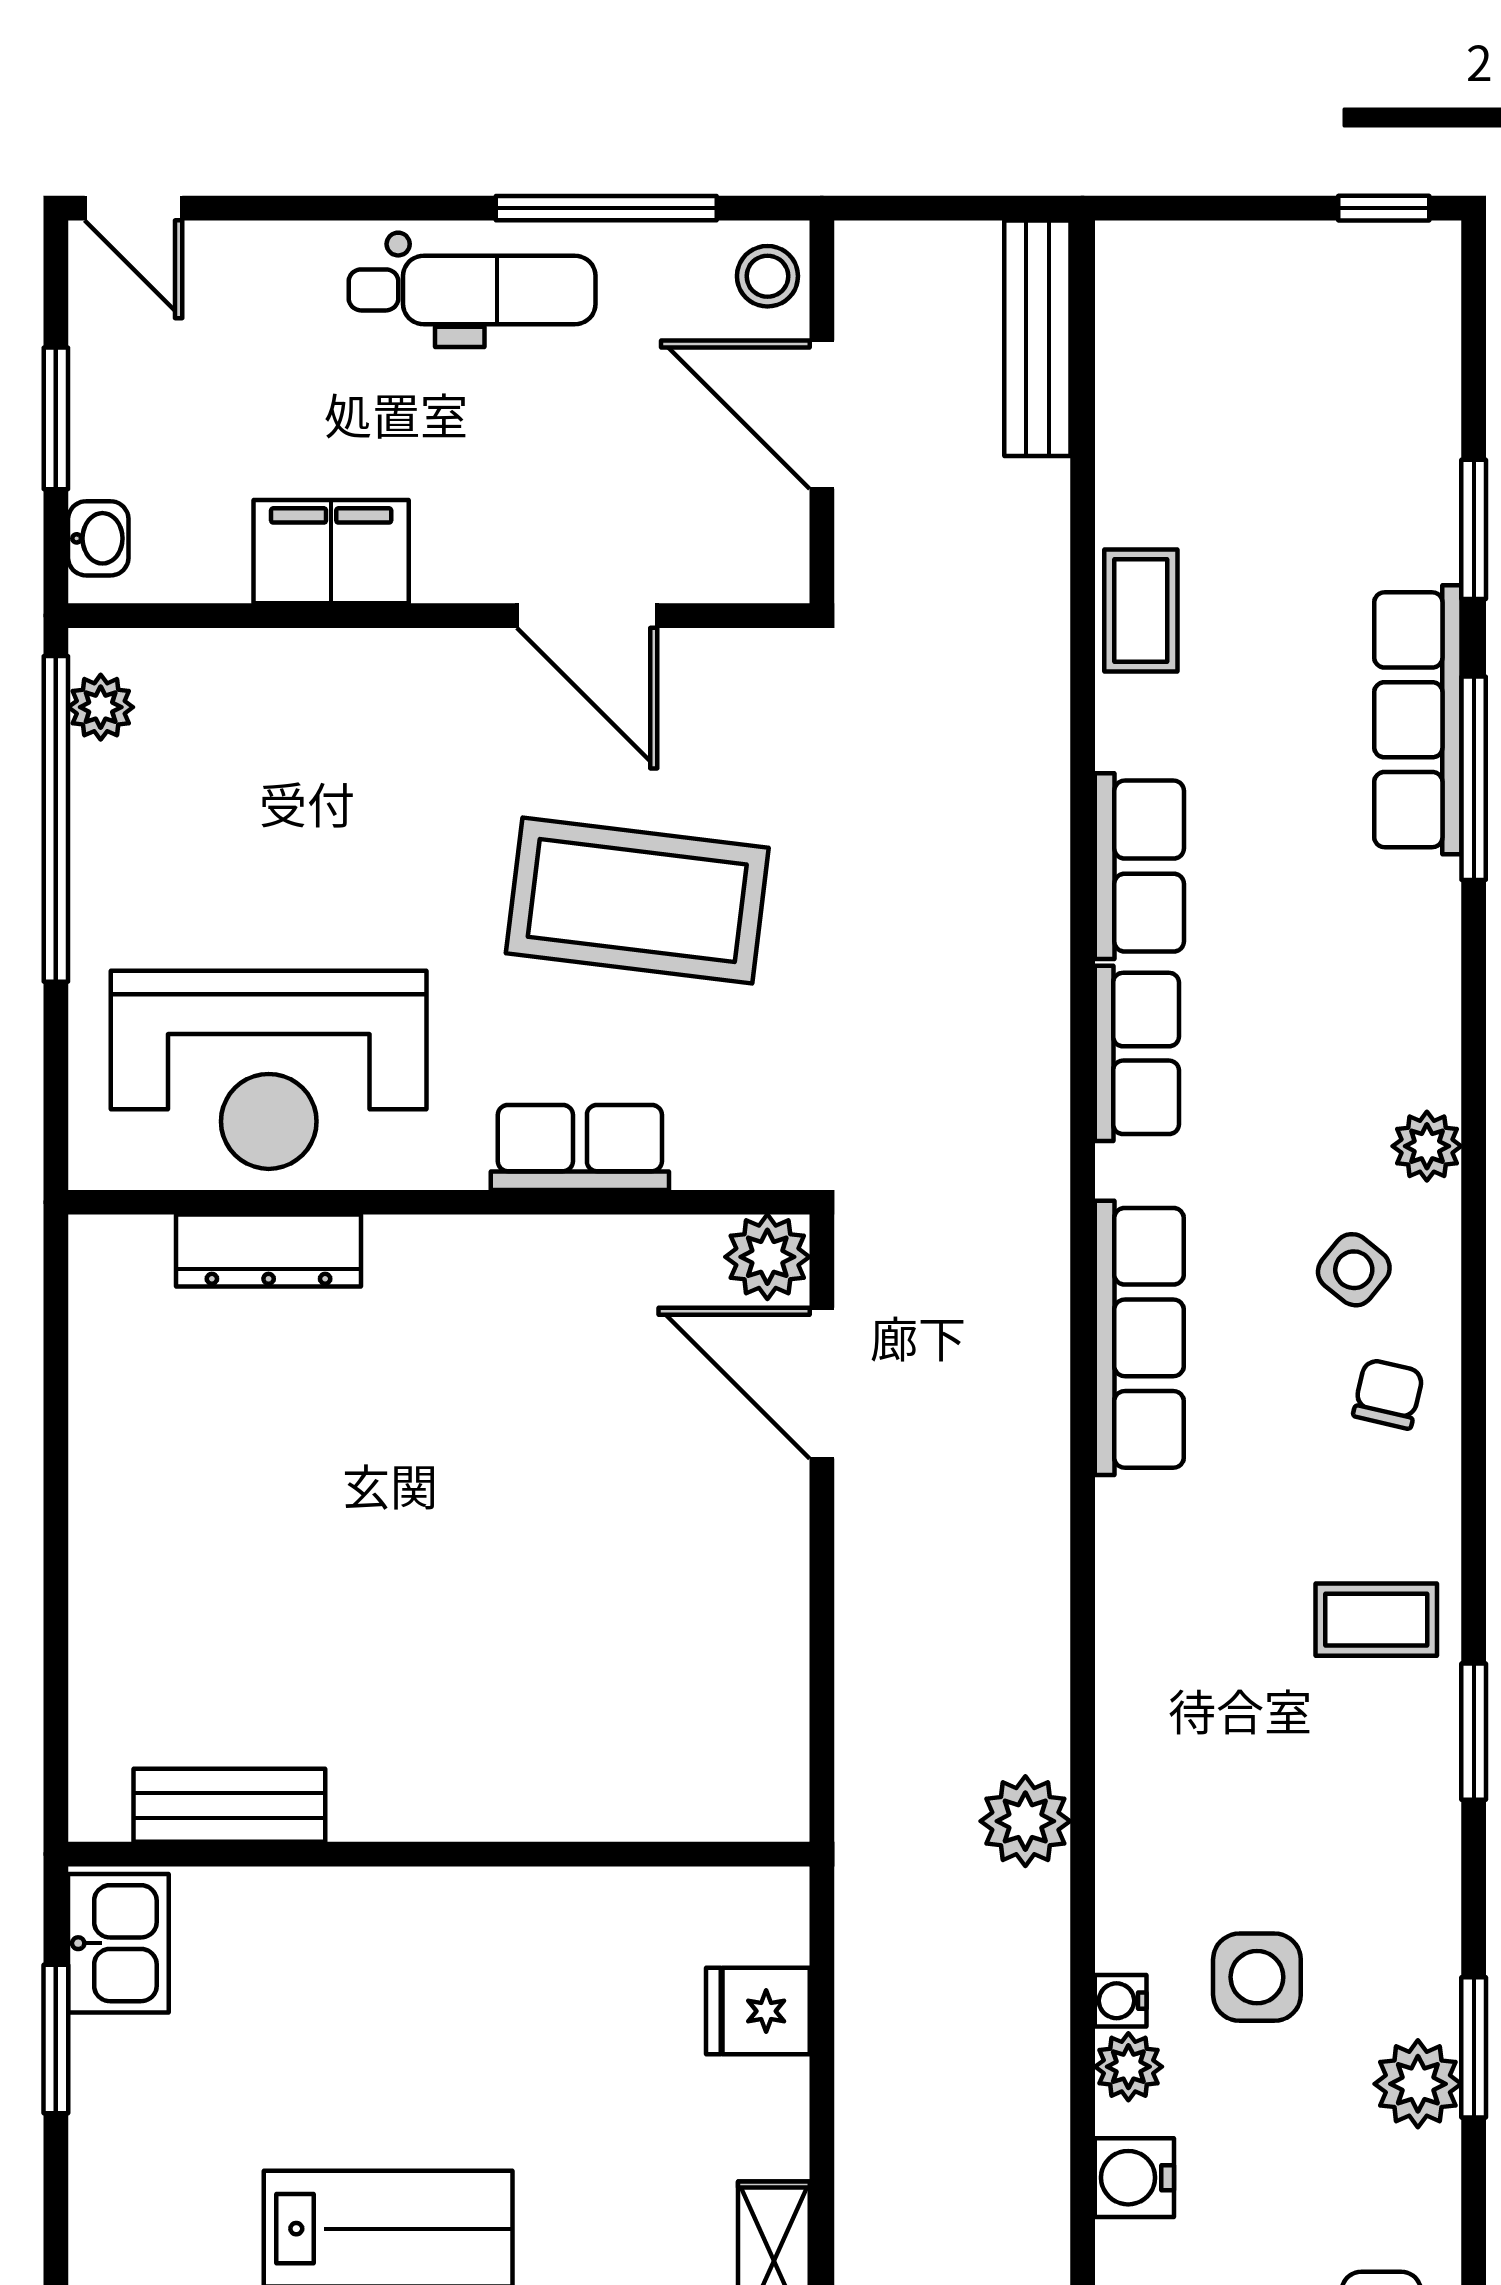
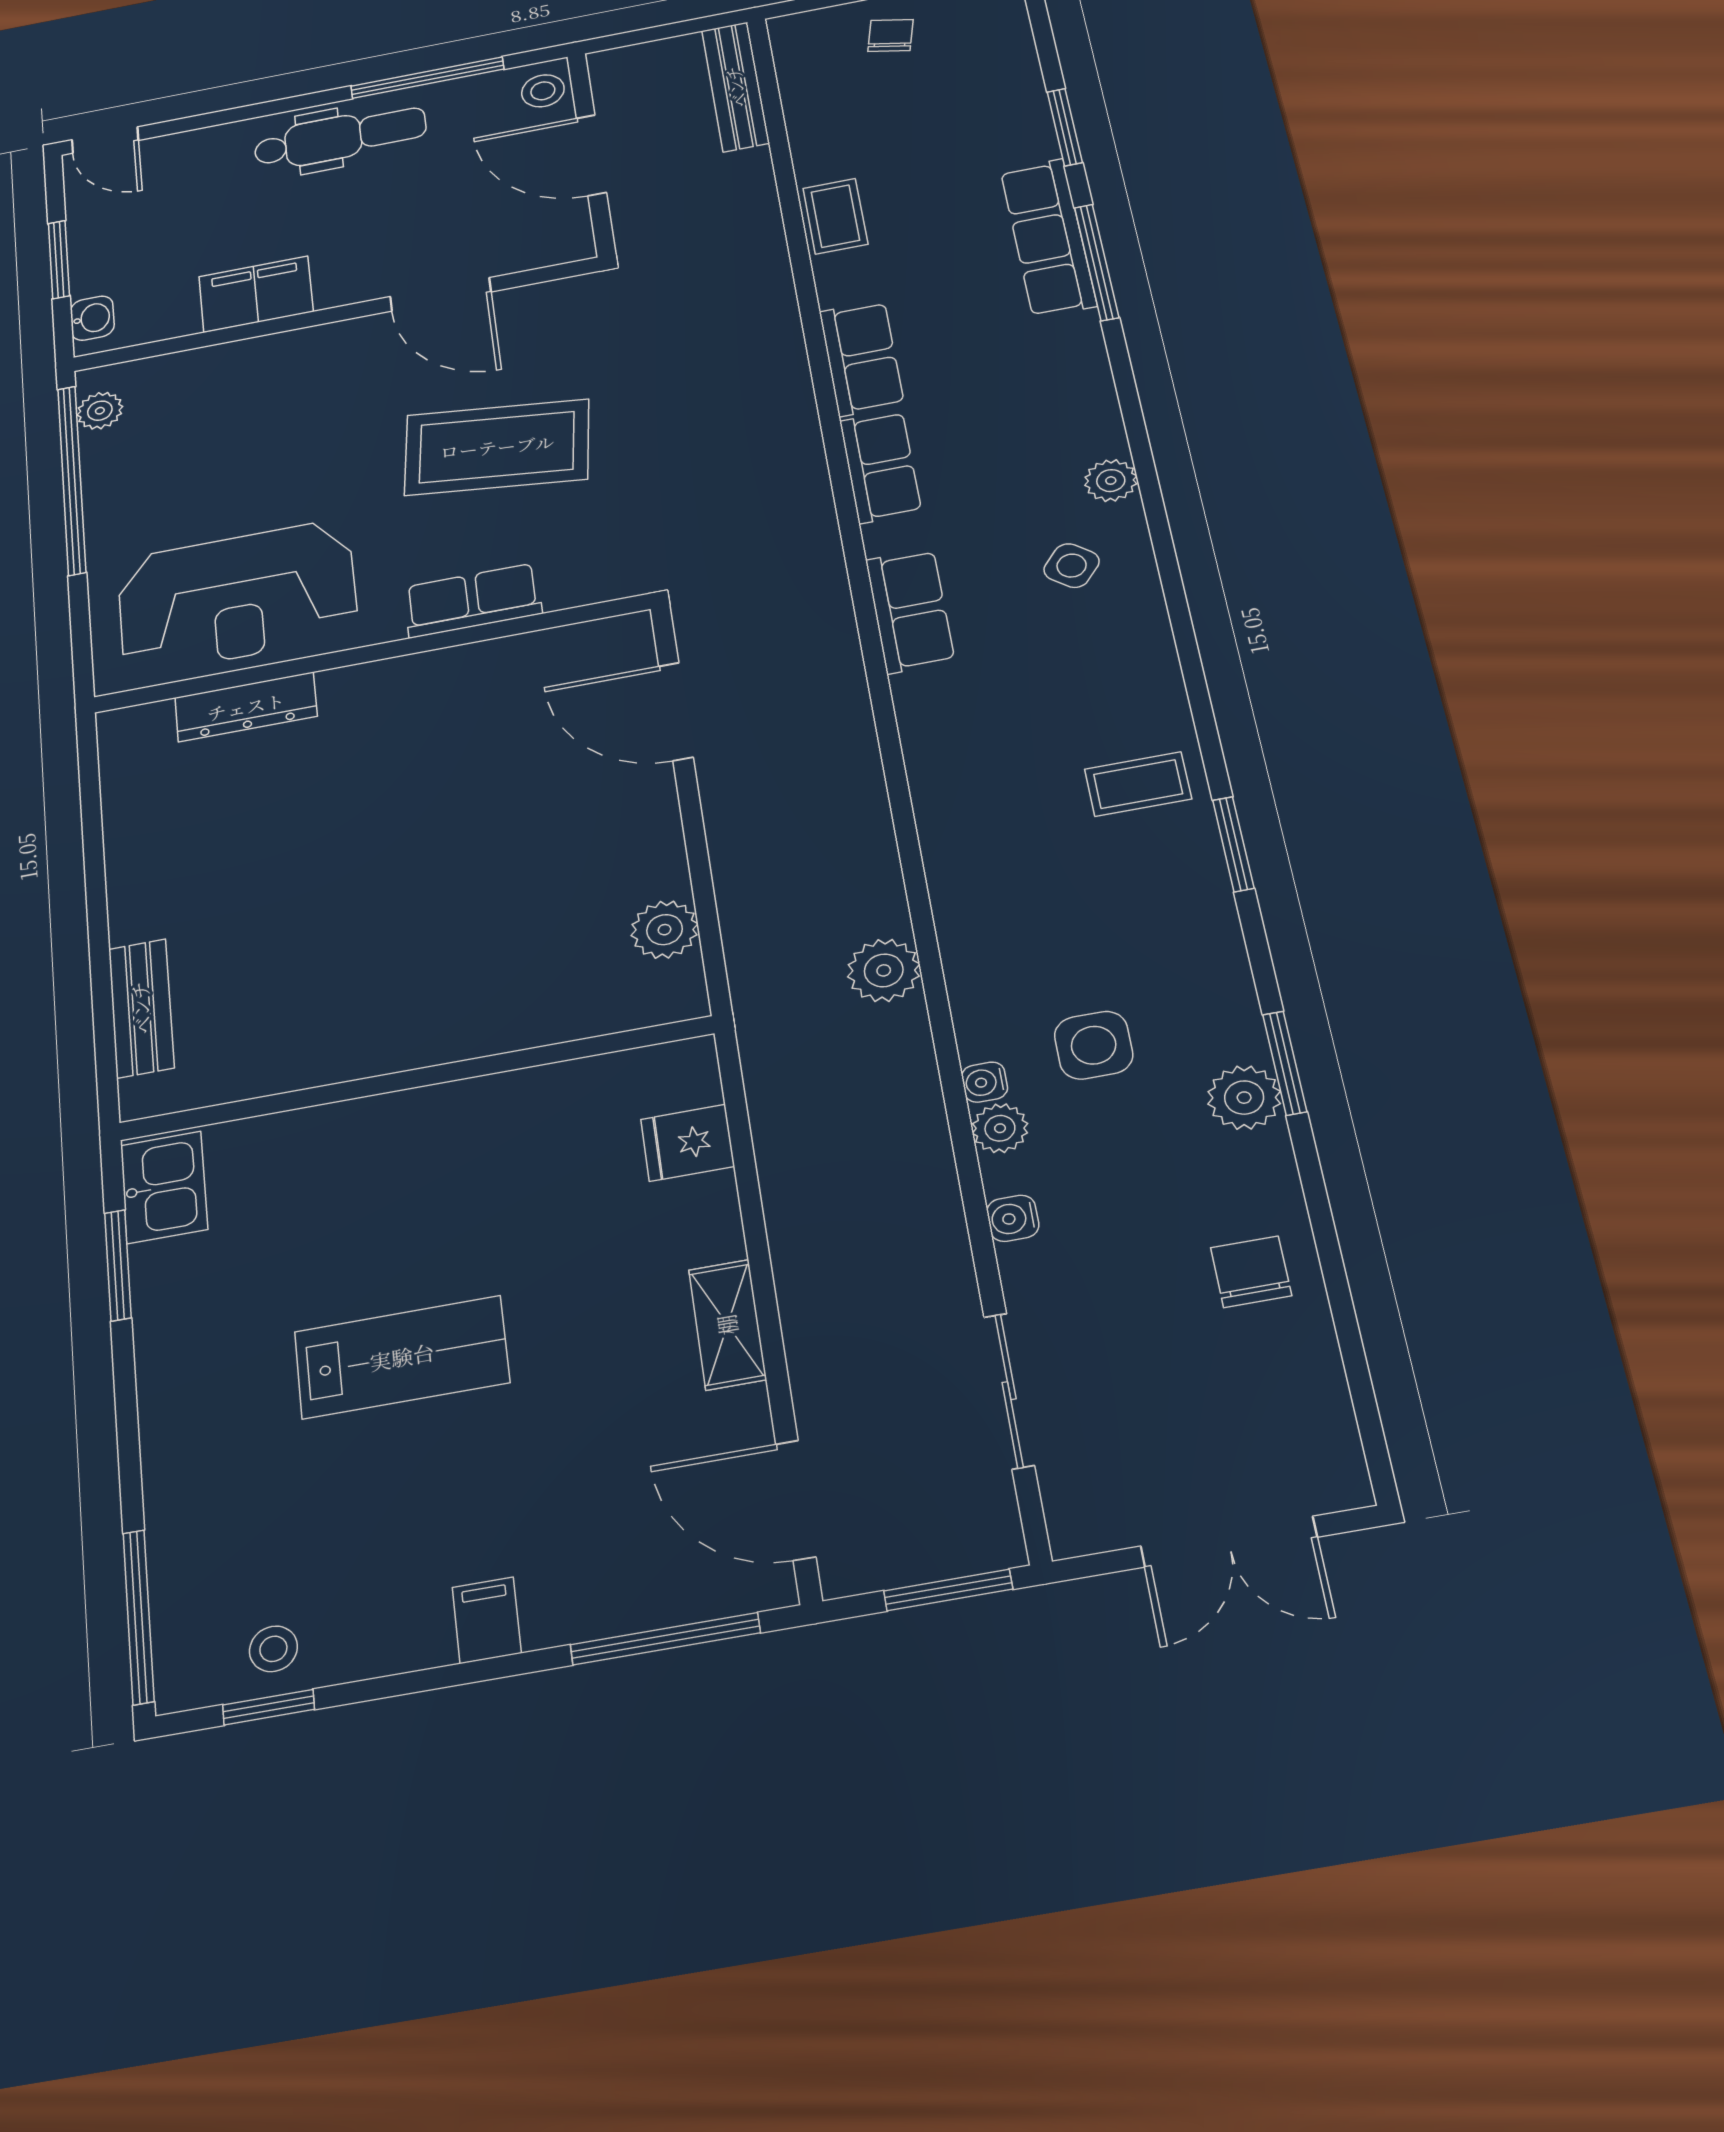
plant: (767, 1257) -> (665, 930), moved
row of seats: (1139, 1338) -> (910, 611), width x0.68
chair: (1388, 1394) -> (891, 35), moved
bench: (229, 1805) -> (141, 1008), moved, turned 90
water cooler: (1134, 2178) -> (1013, 1218), width x0.72, depth x0.72

